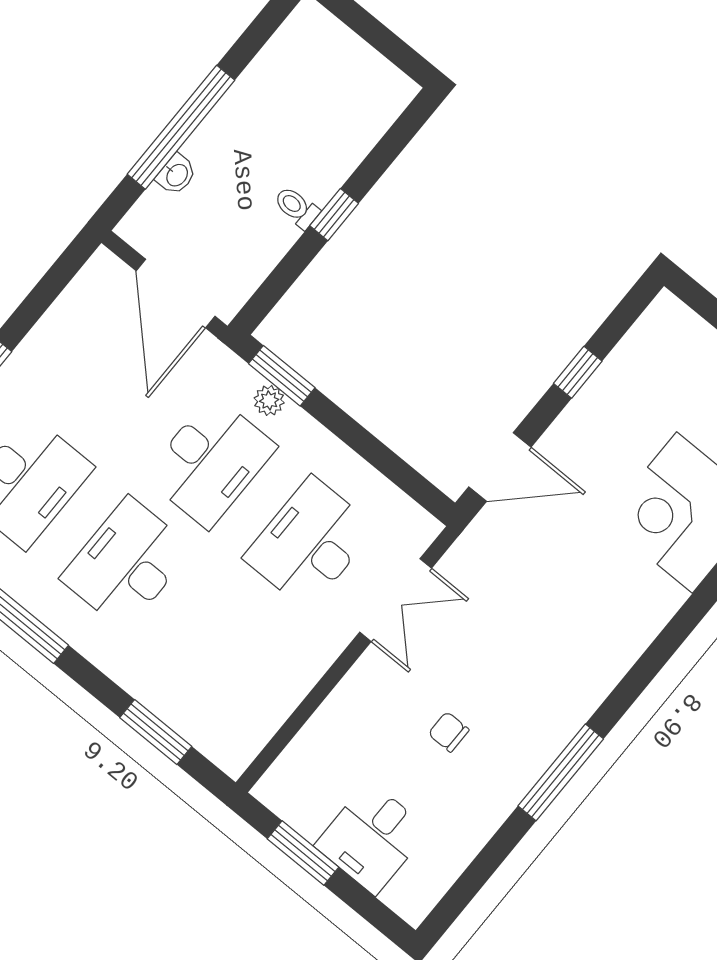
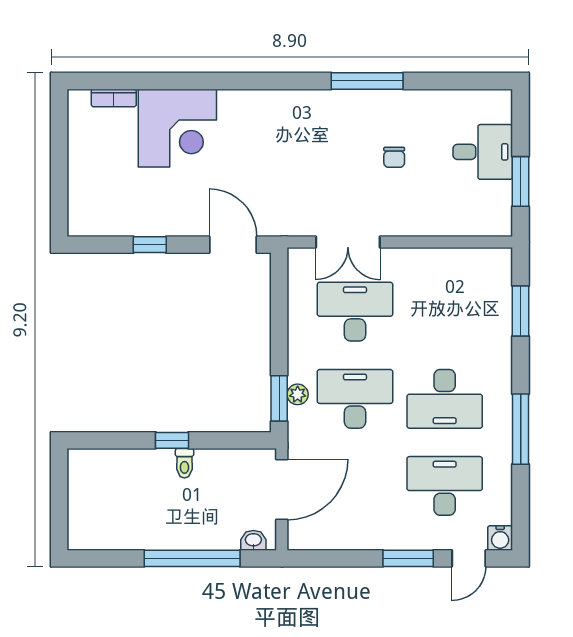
washbasin: (176, 175) -> (253, 540), moved
desk: (310, 543) -> (355, 312), turned 180
double door: (396, 600) -> (348, 242), swing flipped

